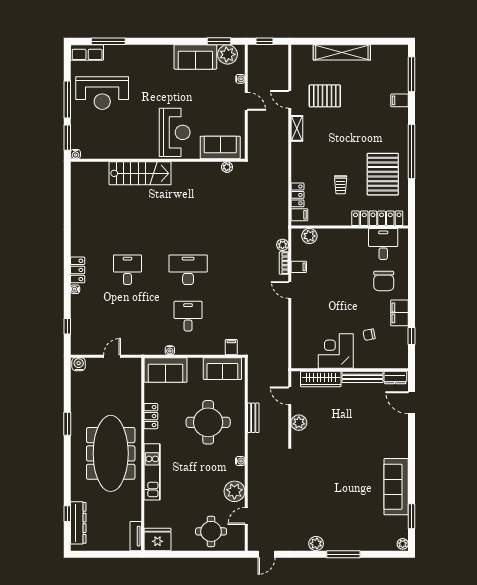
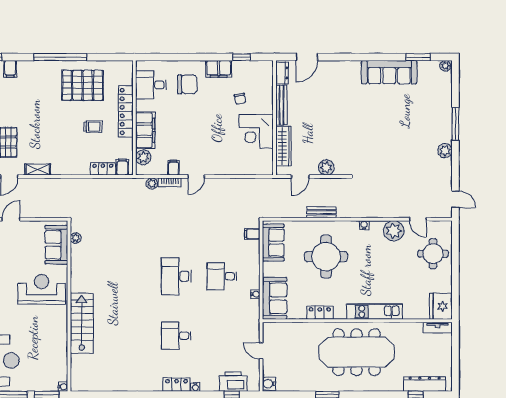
locker: (377, 218) -> (126, 111), moved
filing cabinet: (337, 238) -> (145, 130), added
printer: (81, 328) -> (233, 382), added

